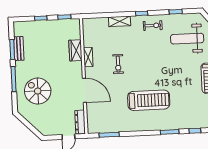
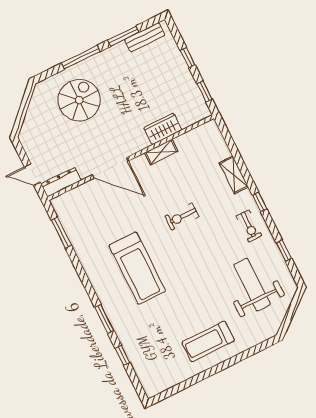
bench: (19, 49) -> (145, 37), moved
exercise bike: (118, 64) -> (182, 216), moved
door: (84, 90) -> (110, 168), hinge flipped

